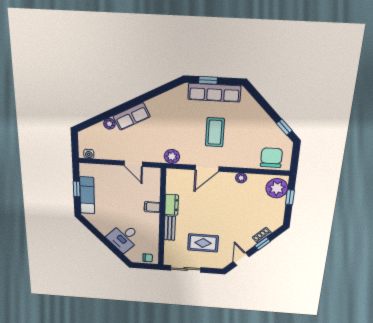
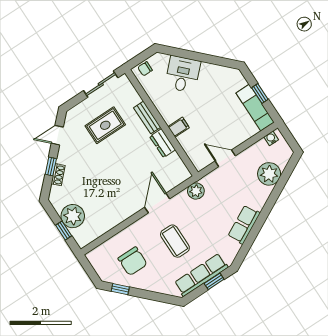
row of seats: (132, 116) -> (244, 225), moved
plant: (109, 124) -> (269, 174), width x1.88, depth x1.88
chair: (271, 158) -> (133, 261), moved
plant: (241, 178) -> (121, 216), removed
plant: (277, 188) -> (73, 216), moved
exam couch: (87, 195) -> (255, 108), moved
door: (241, 259) -> (57, 135), swing flipped

